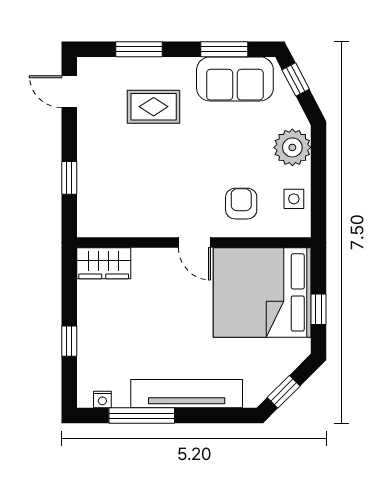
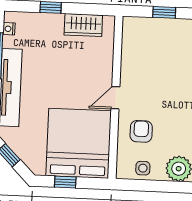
armchair: (241, 204) -> (141, 131), turned -90
wardrobe: (104, 263) -> (83, 25), moved, turned -90

